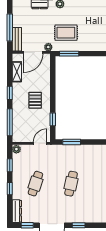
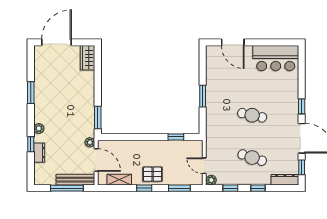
rug: (66, 33) -> (73, 121), removed
bench: (17, 39) -> (75, 180), width x1.36
pallet: (35, 100) -> (153, 174), moved
window: (10, 122) -> (179, 188), width x0.69
window: (72, 142) -> (203, 96), moved
door: (40, 143) -> (204, 166), moved

